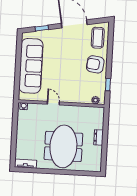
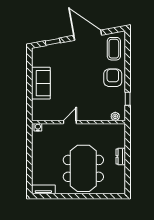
armchair: (95, 64) -> (113, 78), turned 83
sofa: (31, 66) -> (41, 83), width x0.54, depth x0.79
door: (53, 103) -> (70, 122), hinge flipped

